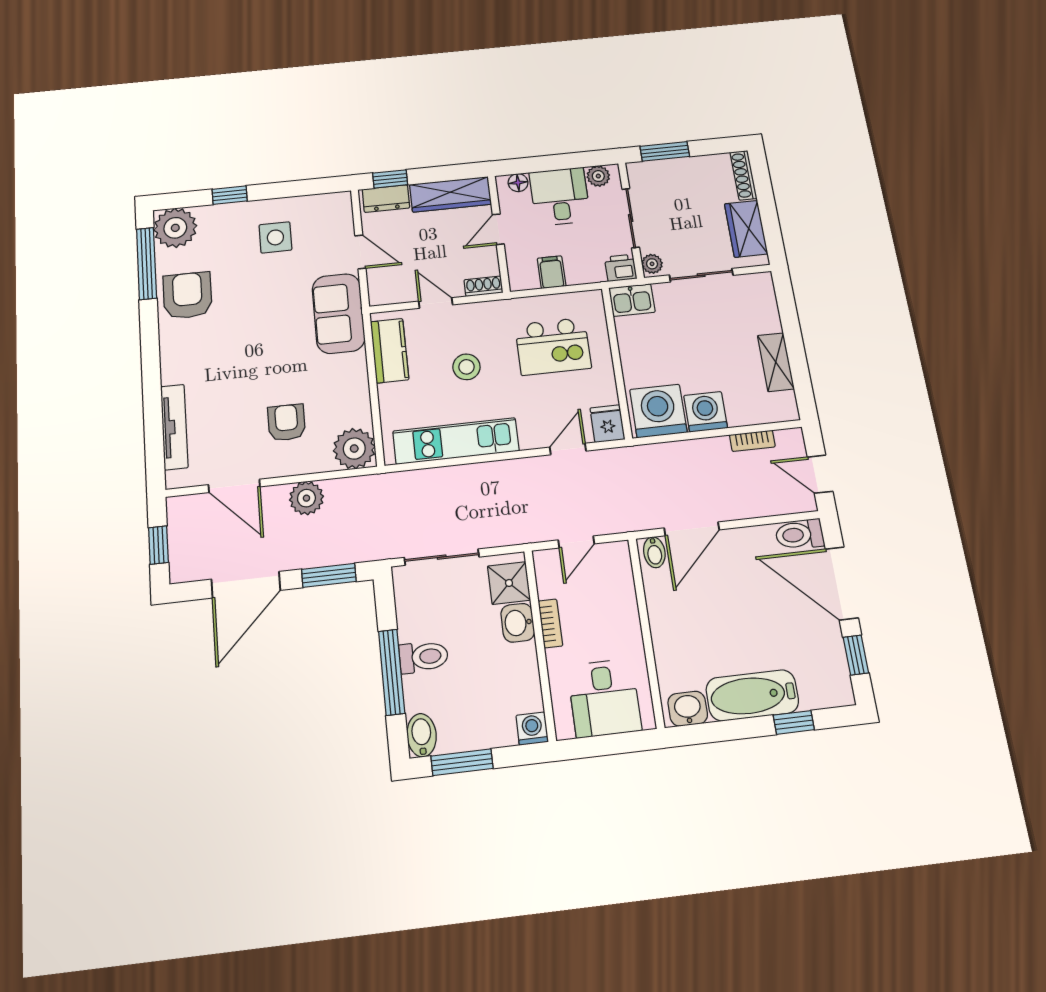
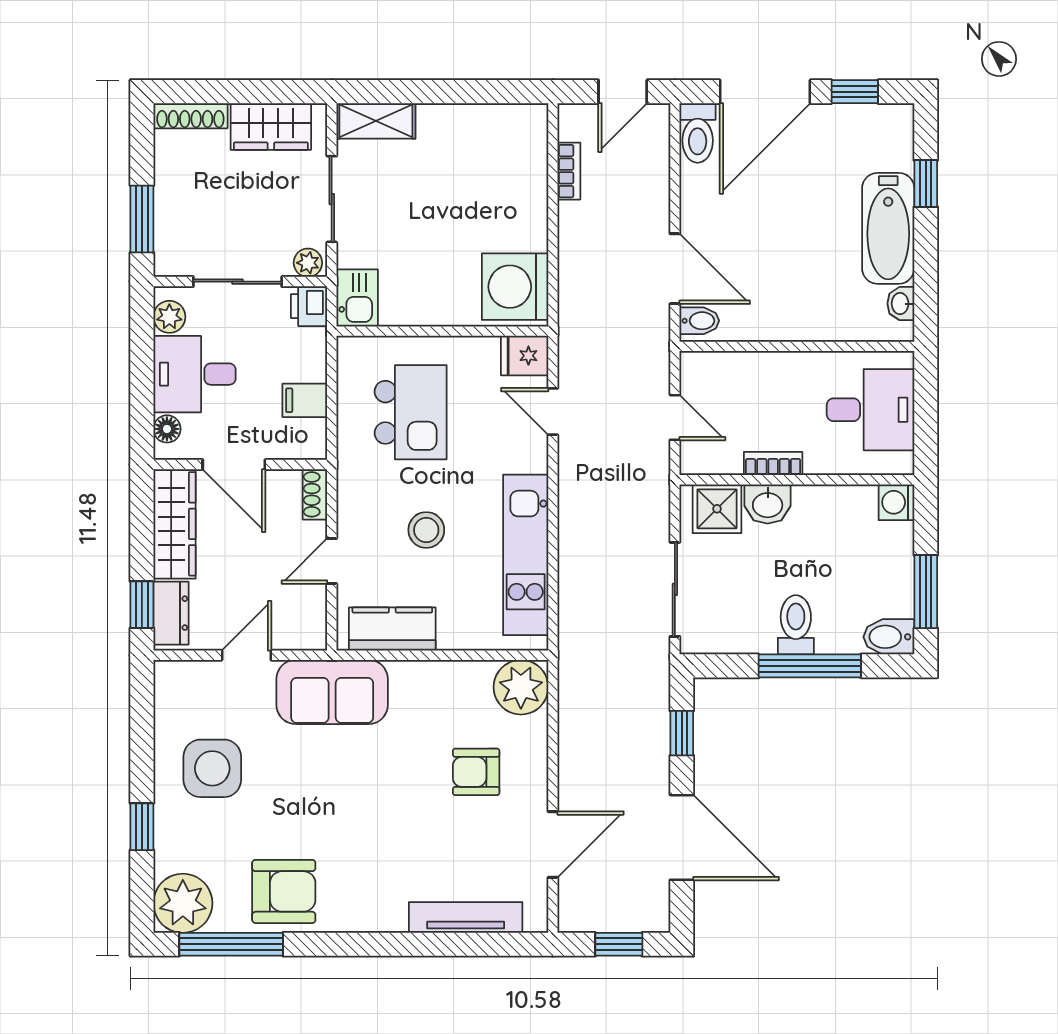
door: (498, 229) -> (234, 465), width x1.37
side table: (275, 237) -> (212, 768), width x1.37, depth x1.37
armchair: (187, 295) -> (284, 891), turned 180
shelving: (776, 362) -> (376, 121), moved
washing machine: (706, 412) -> (523, 225), removed
plant: (306, 498) -> (579, 754), removed
window: (329, 575) -> (682, 733), width x0.67
washbasin: (688, 709) -> (901, 304), width x0.72, depth x0.69

